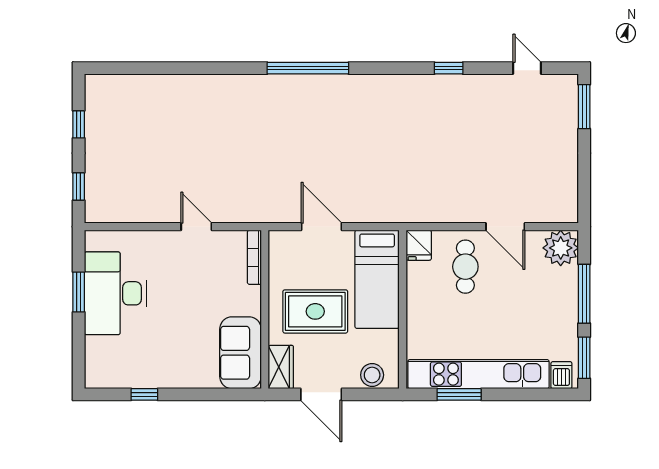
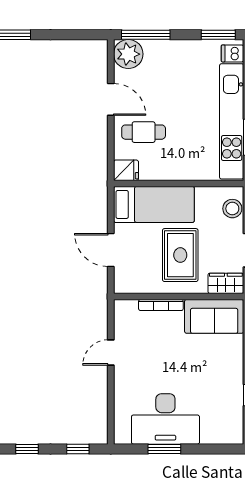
door: (321, 227) -> (111, 250), hinge flipped
door: (505, 227) -> (111, 99), hinge flipped
bookcase: (254, 257) -> (161, 305), moved
window: (584, 294) -> (146, 35), moved

